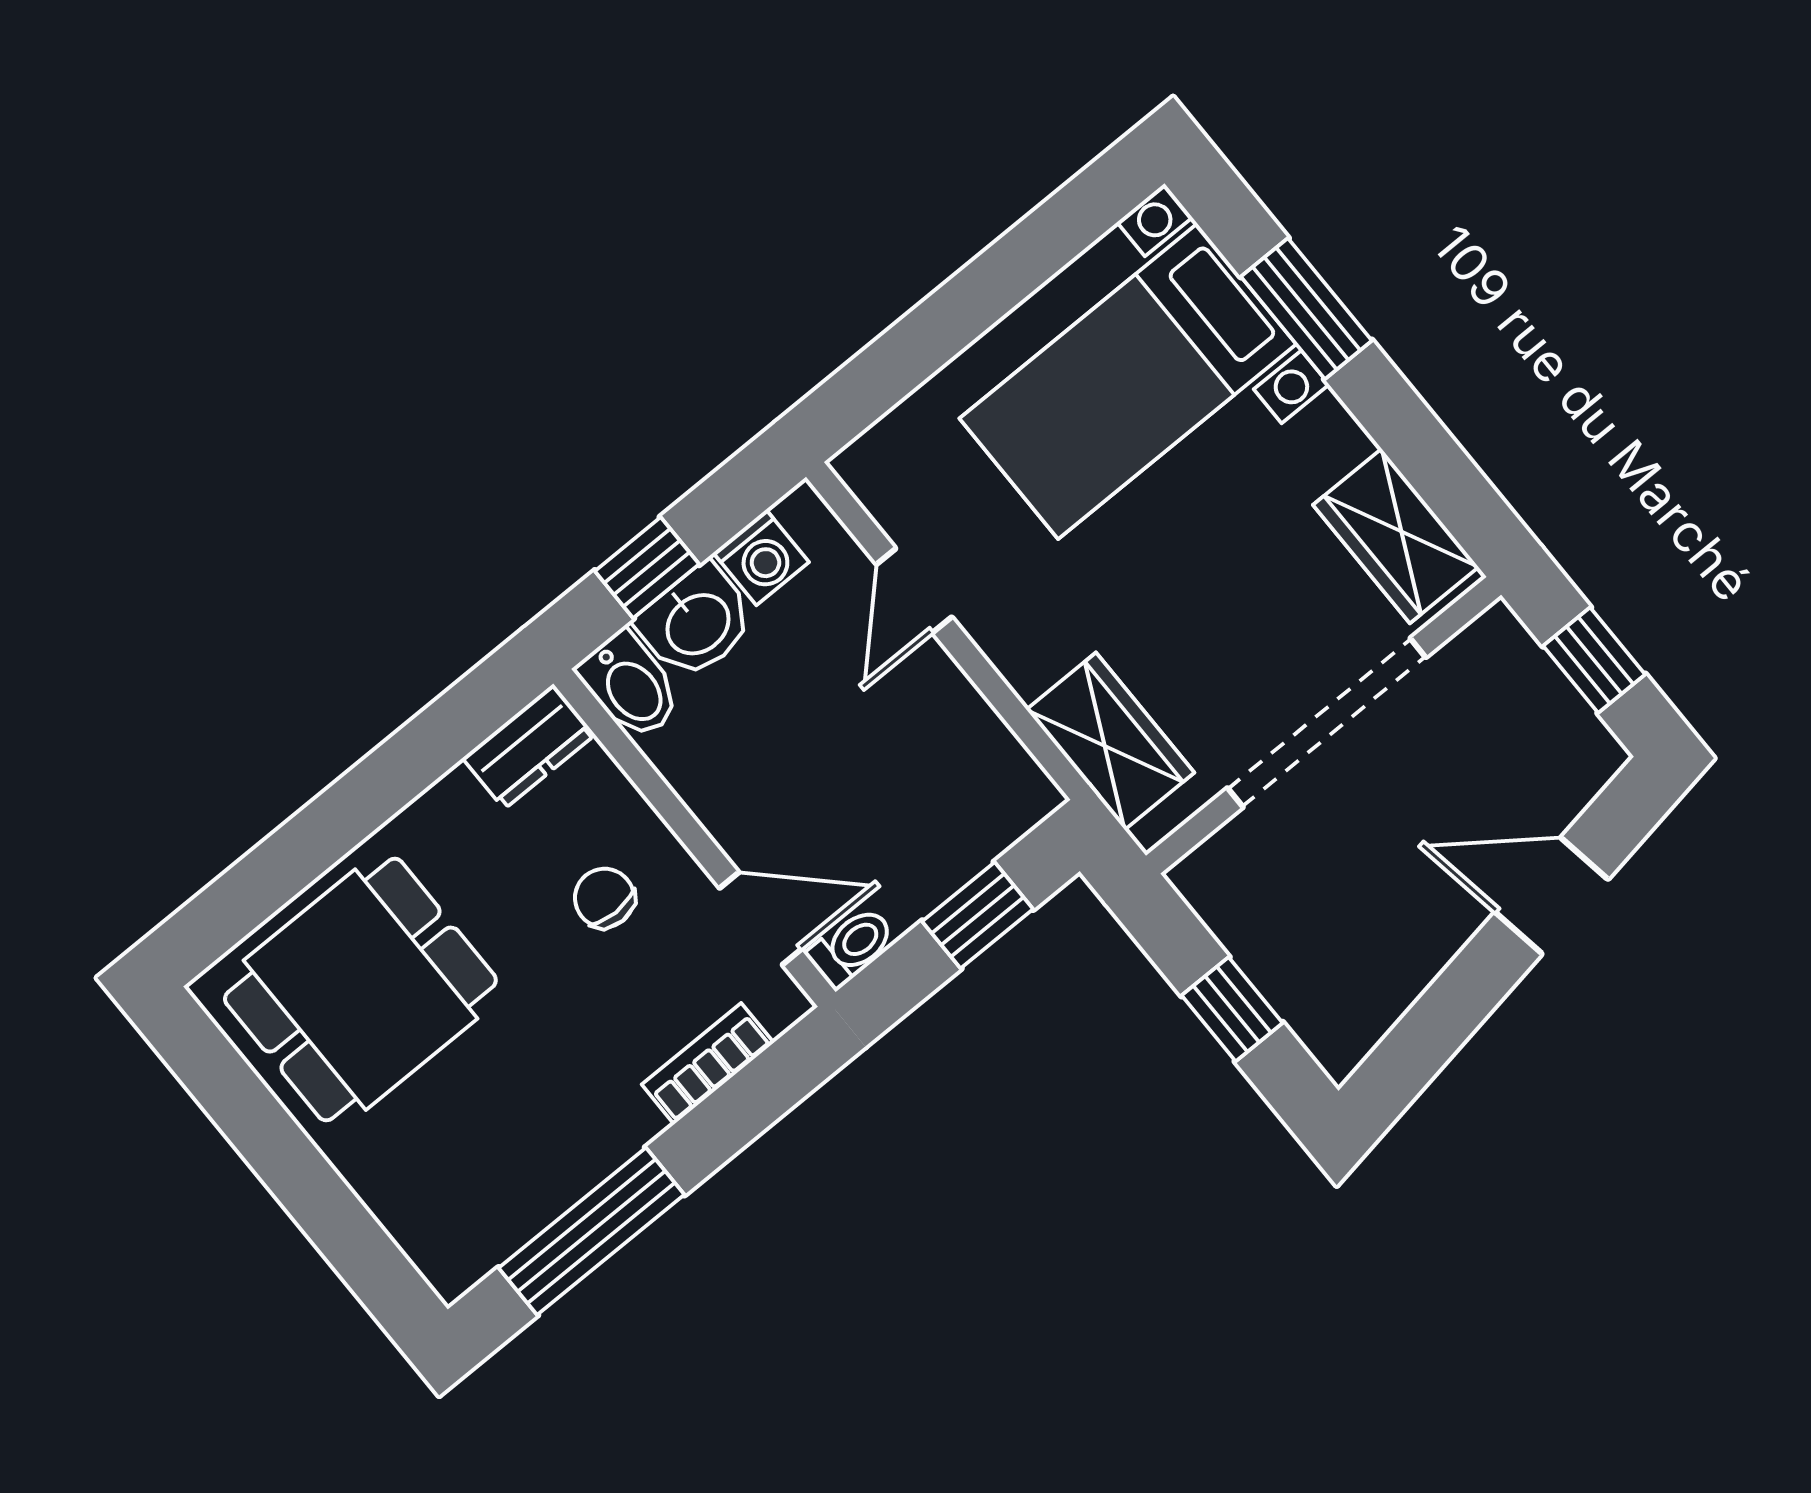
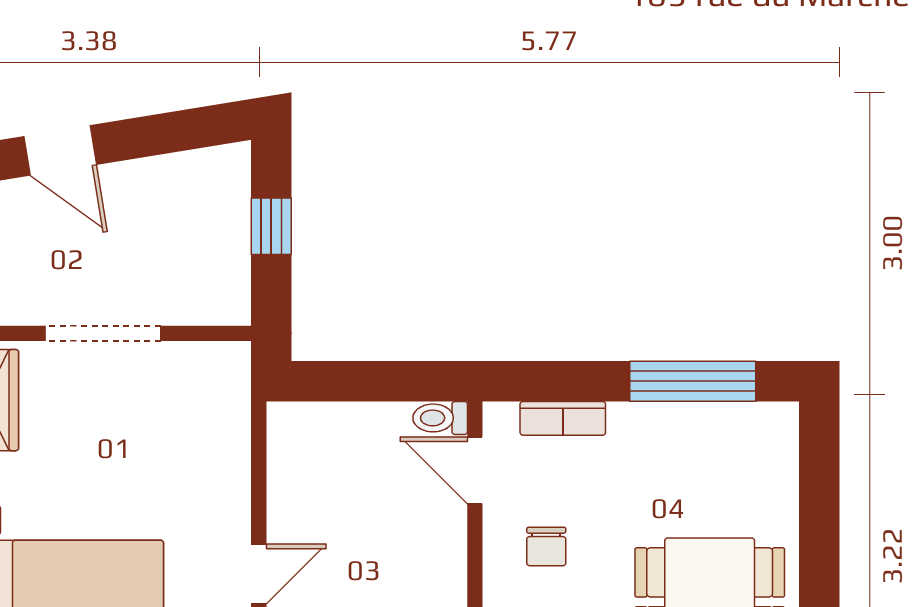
doorway: (1327, 723) -> (103, 333), width x0.73
wardrobe: (1110, 741) -> (221, 415), removed
window: (978, 915) -> (362, 381), removed

